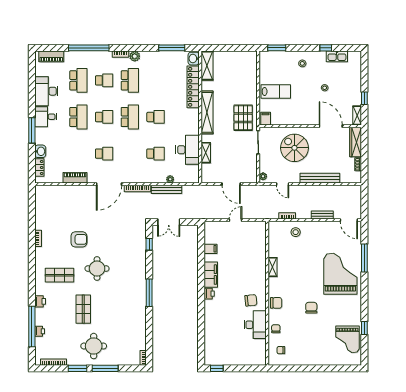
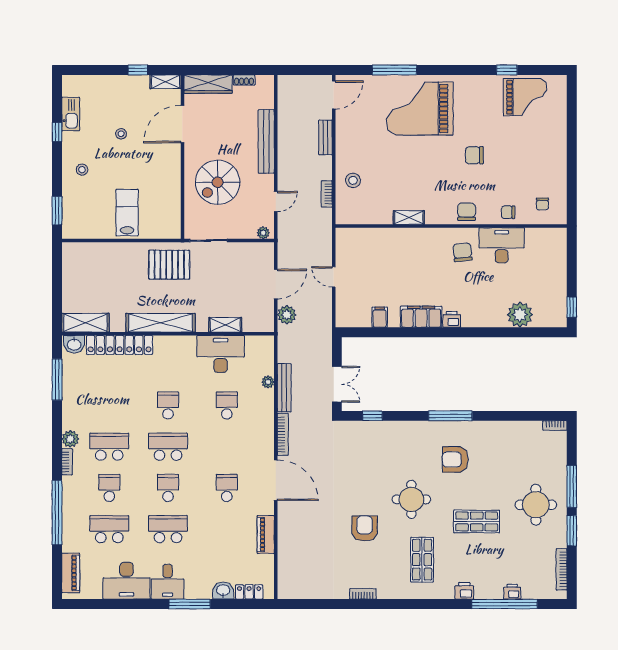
filing cabinet: (266, 119) -> (171, 229), removed
plant: (212, 191) -> (287, 315), added
armchair: (122, 296) -> (455, 459), added
plant: (212, 336) -> (520, 315), added

